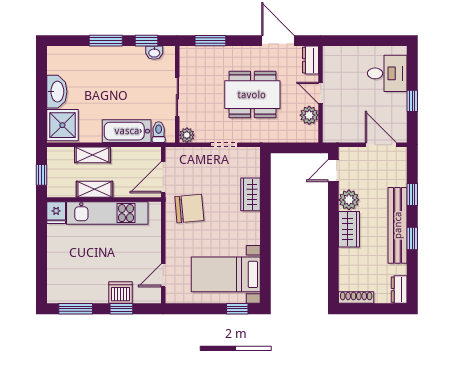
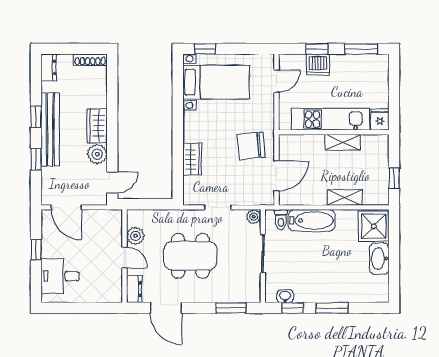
shelving: (94, 189) -> (343, 142), moved
wall: (104, 199) -> (334, 132), moved
fridge: (56, 213) -> (380, 120), moved
kitchen unit: (107, 213) -> (330, 119), moved

